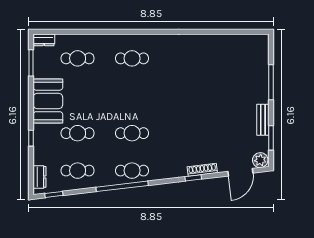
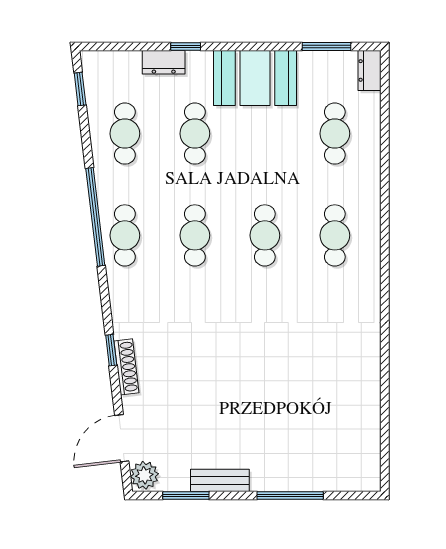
cafe table: (132, 96) -> (265, 235), added
door: (240, 172) -> (122, 438), hinge flipped
dresser: (39, 177) -> (164, 62), moved

